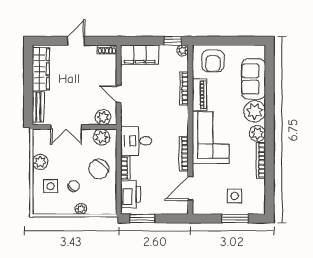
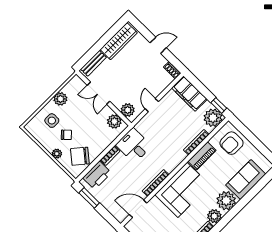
plant: (183, 50) -> (213, 118), width x1.88, depth x1.88
chair: (99, 169) -> (80, 156), moved

